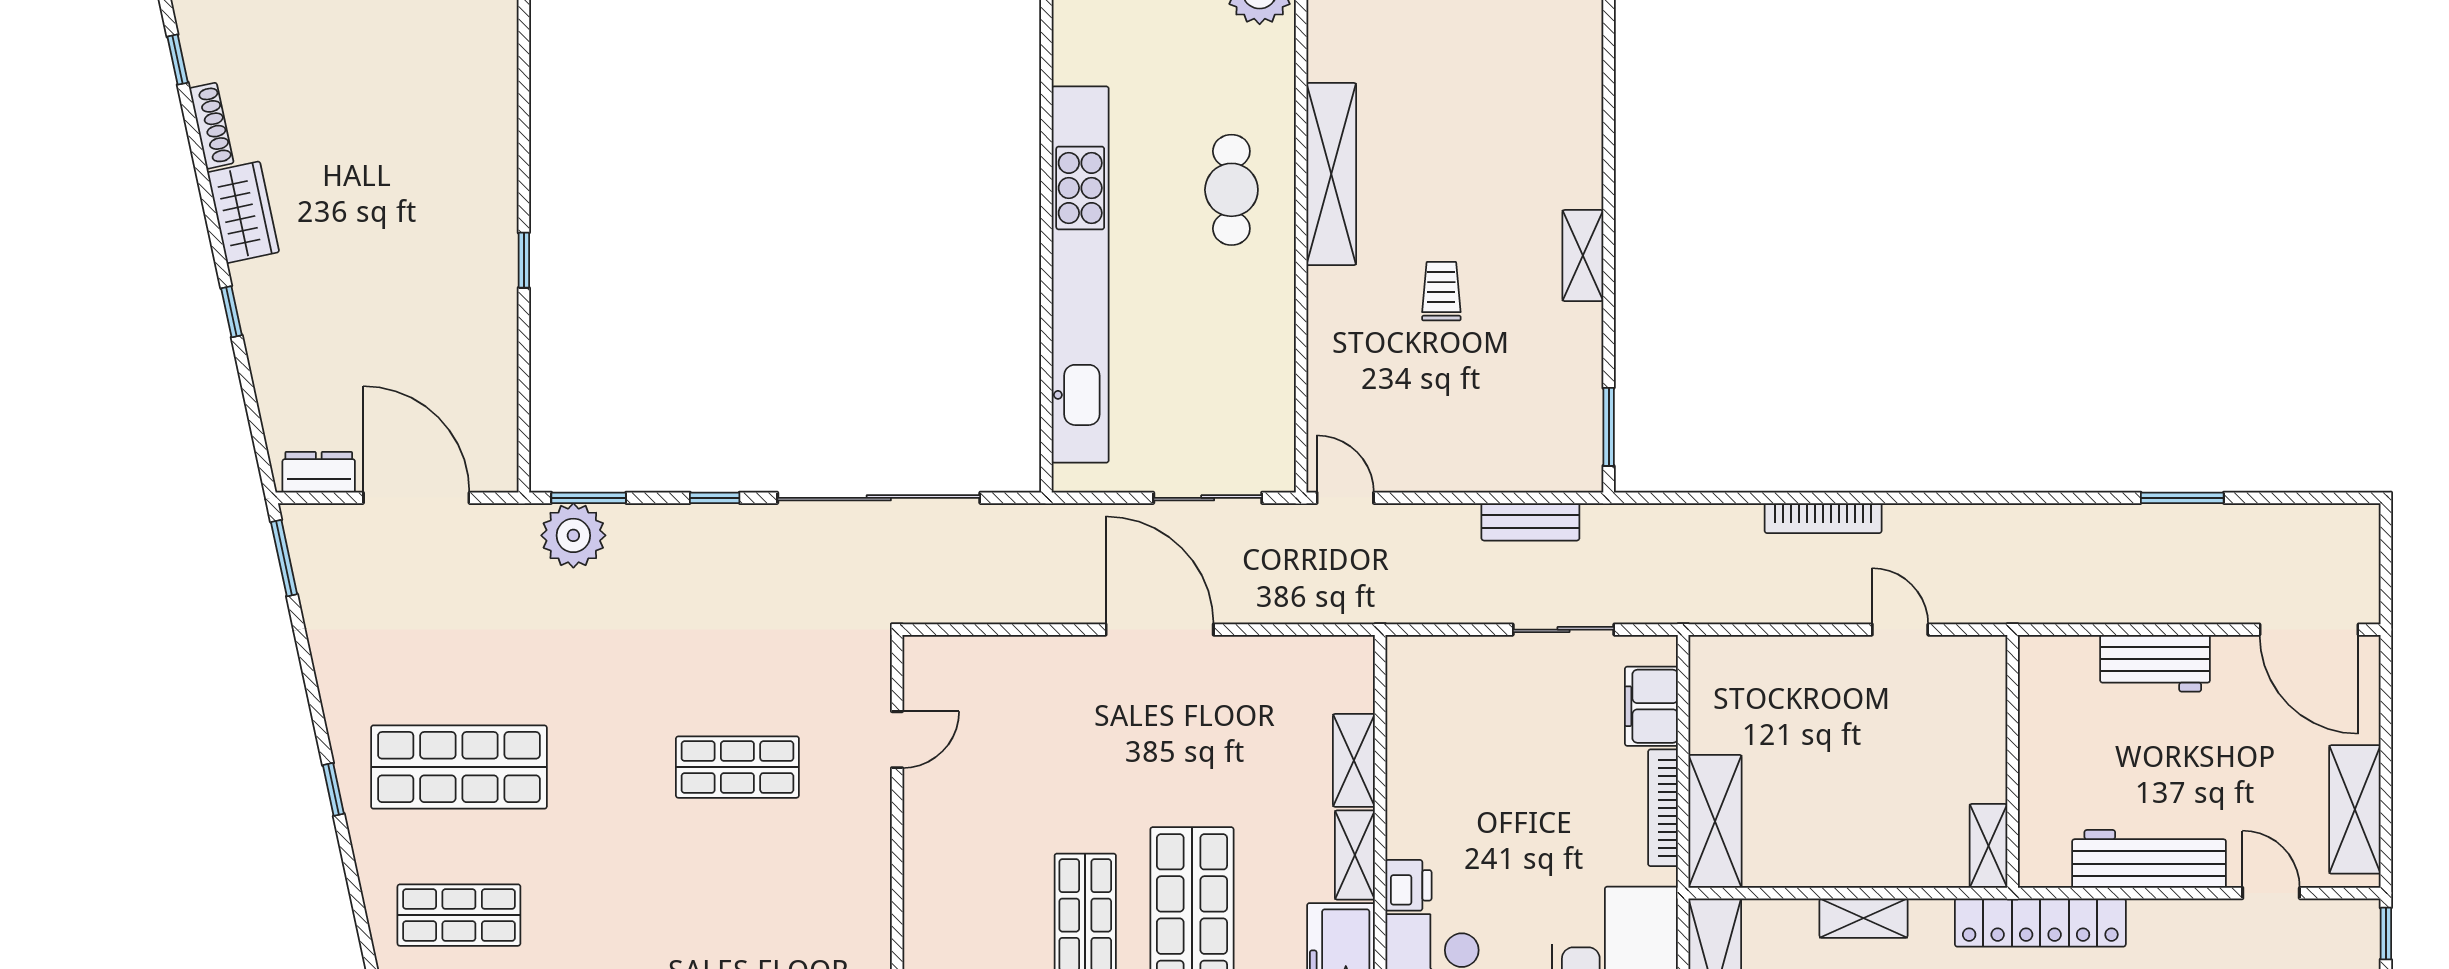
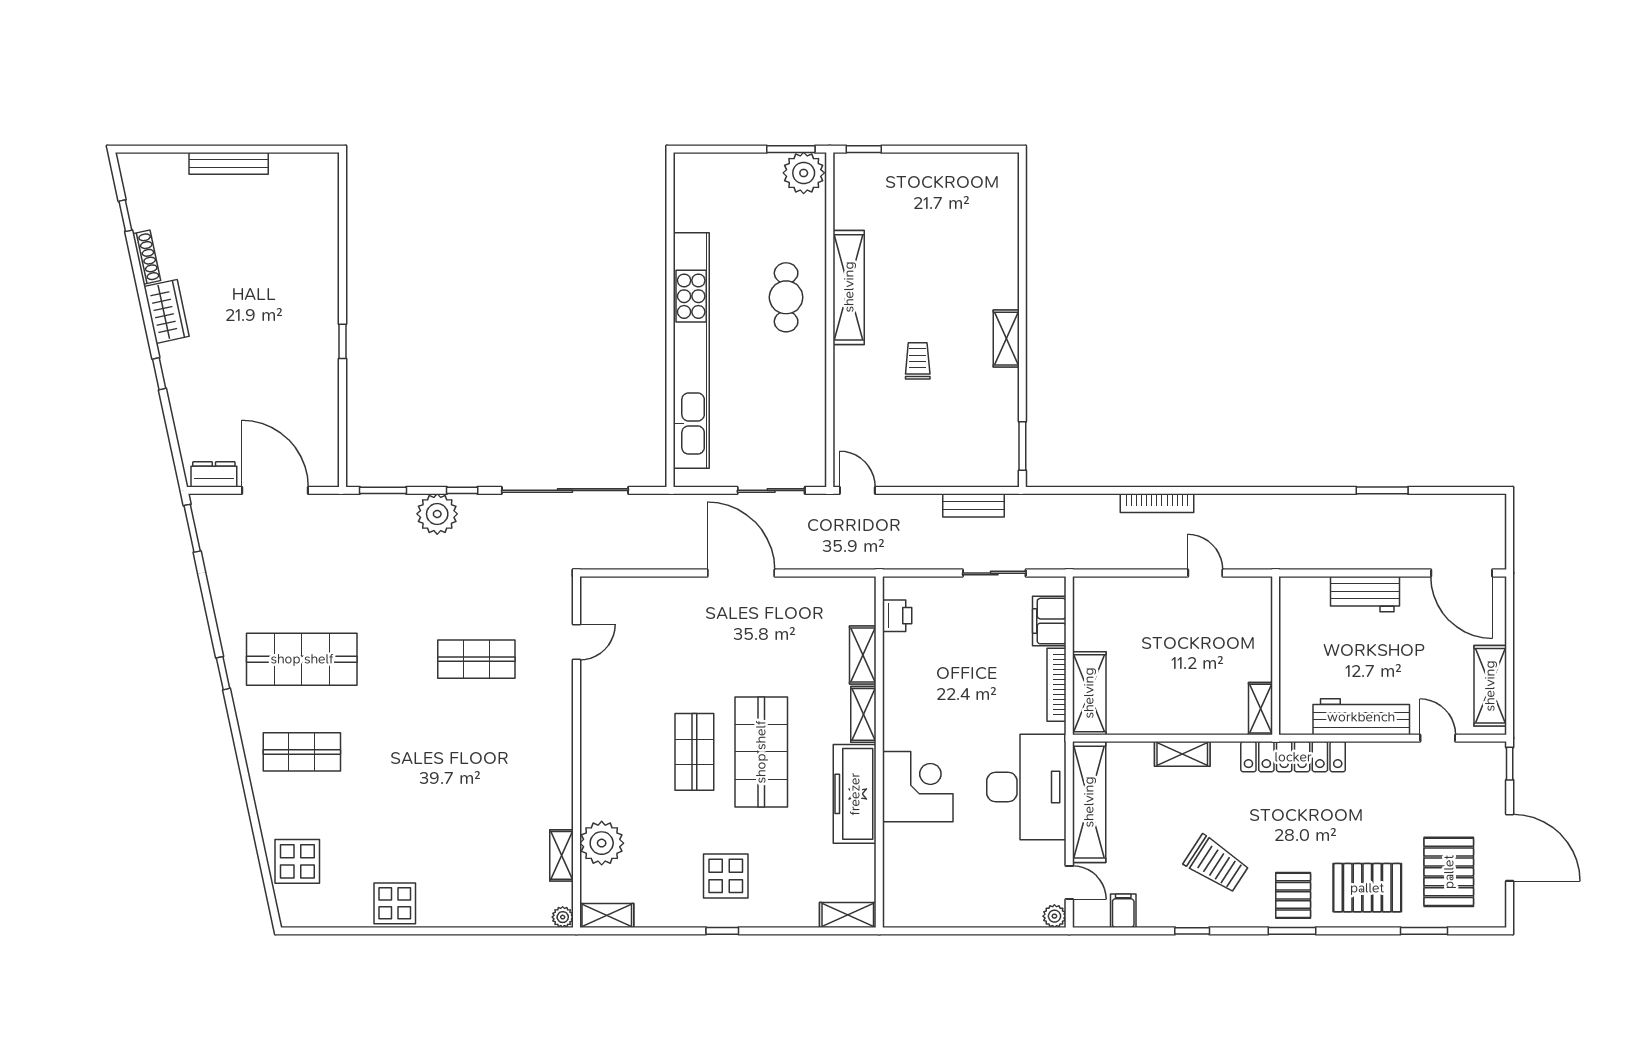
plant: (573, 535) -> (437, 514), moved
printer: (1409, 885) -> (897, 616), moved

